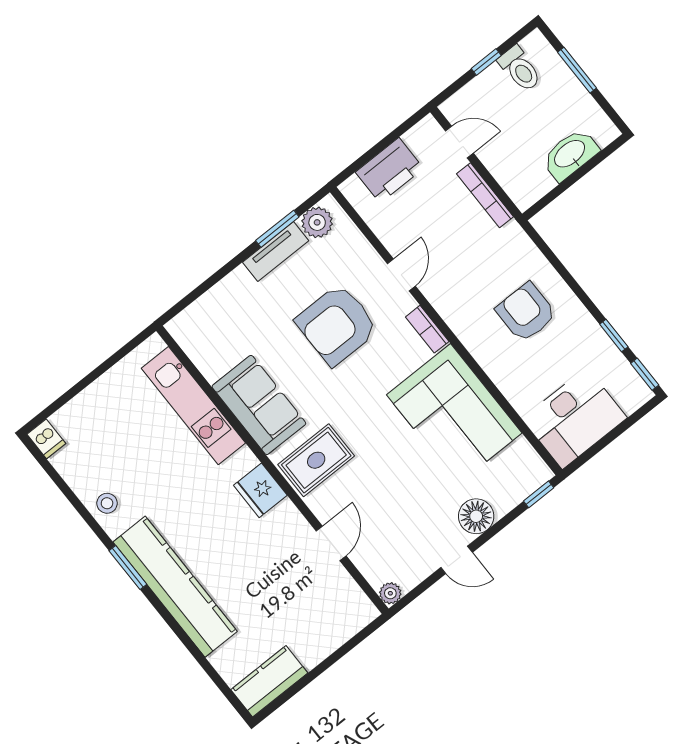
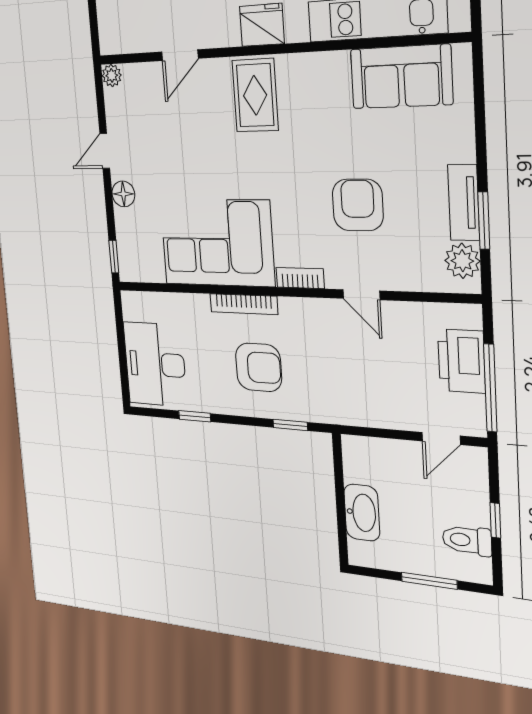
window: (392, 137) -> (490, 388), added
bookcase: (485, 195) -> (244, 304), moved, turned 180
armchair: (337, 325) -> (358, 205), width x0.73, depth x0.73
window: (645, 374) -> (290, 425), moved
sofa: (259, 405) -> (401, 77), moved
desk: (575, 418) -> (155, 364), moved
floor lamp: (476, 516) -> (123, 194), width x0.73, depth x0.73
door: (331, 543) -> (180, 55), hinge flipped

